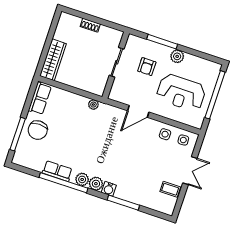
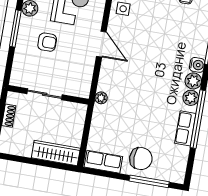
sliding door: (117, 62) -> (45, 94), moved
wall: (116, 65) -> (48, 95), moved

